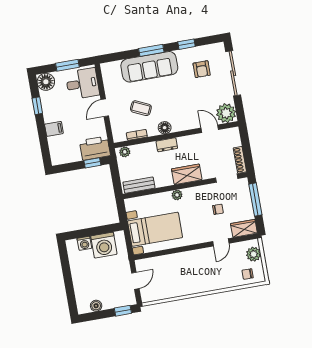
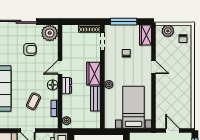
armchair: (202, 69) -> (30, 49), moved
door: (210, 129) -> (60, 67), moved
bench: (139, 185) -> (95, 99), moved
door: (221, 242) -> (154, 67), moved

